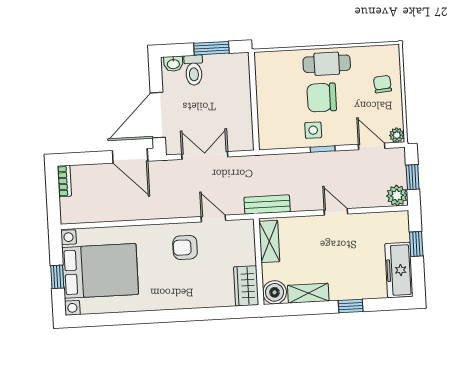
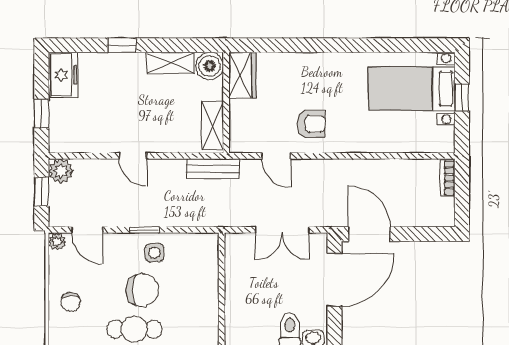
bookcase: (64, 181) -> (448, 178), moved
freezer: (399, 270) -> (63, 75), width x0.71
bed with nightstands: (100, 271) -> (412, 89), width x0.73

